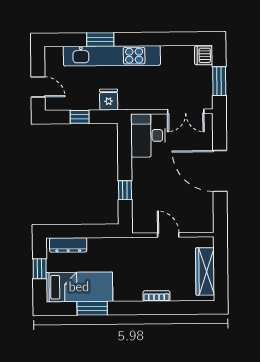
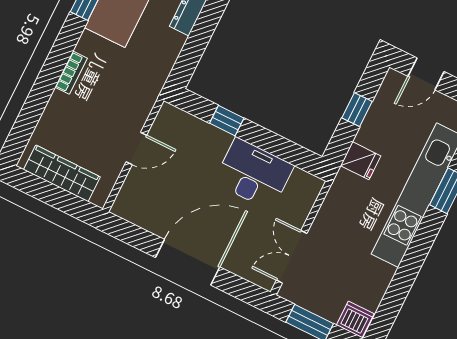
desk: (148, 135) -> (254, 174), moved
bookcase: (156, 296) -> (71, 73), moved

